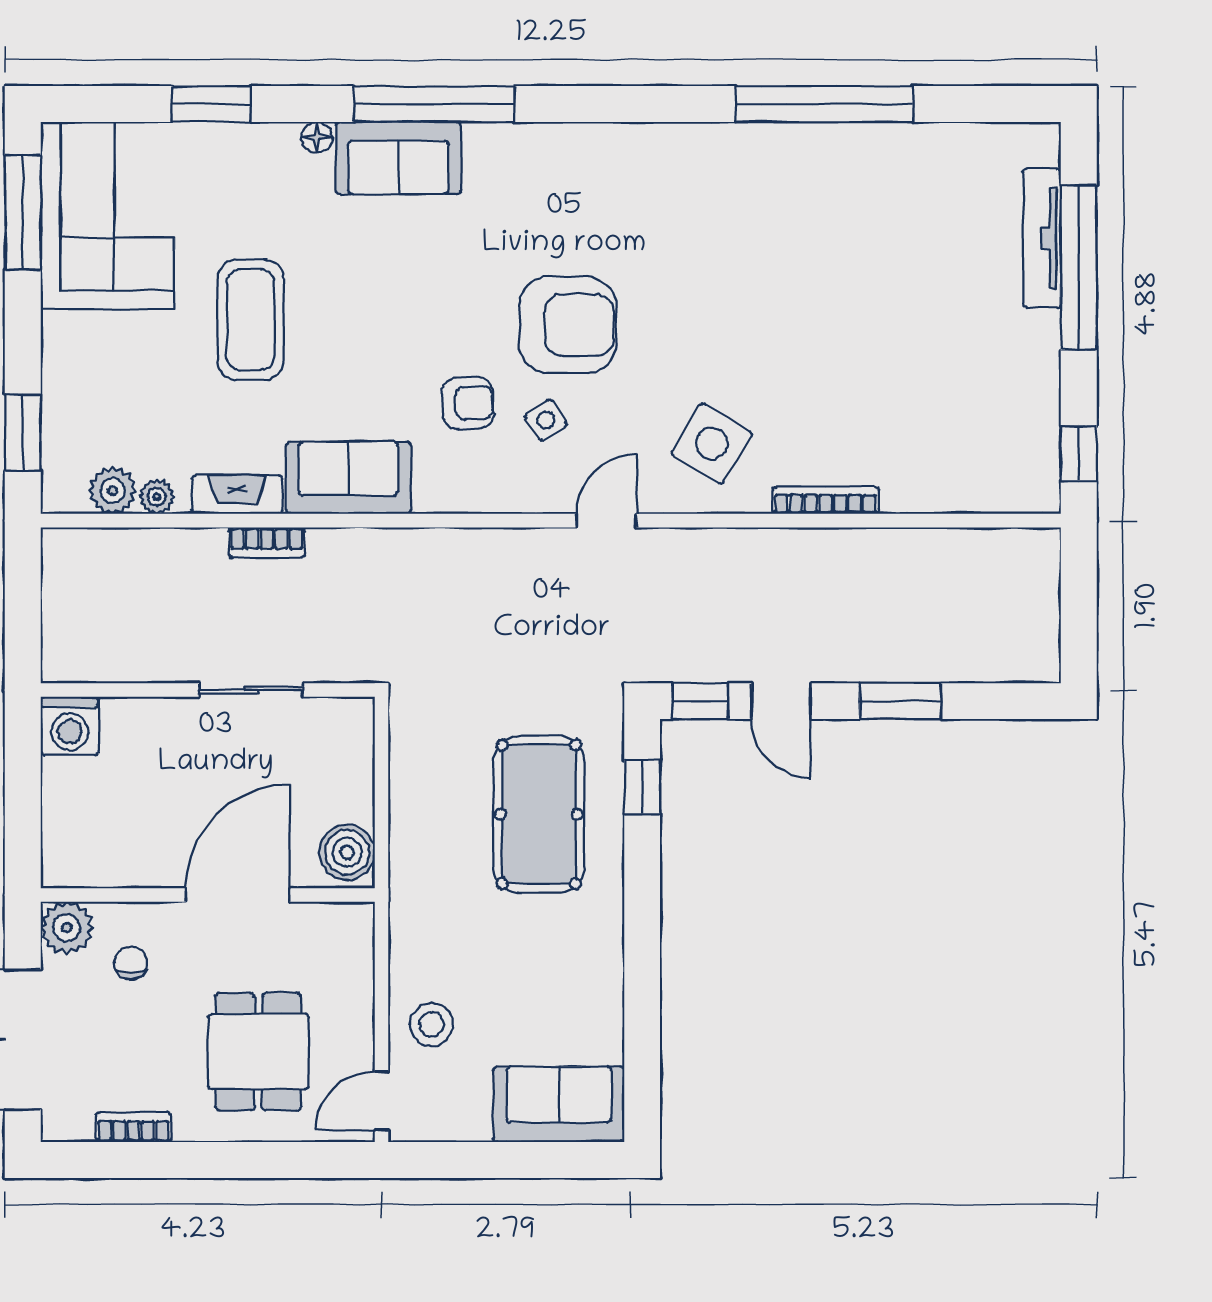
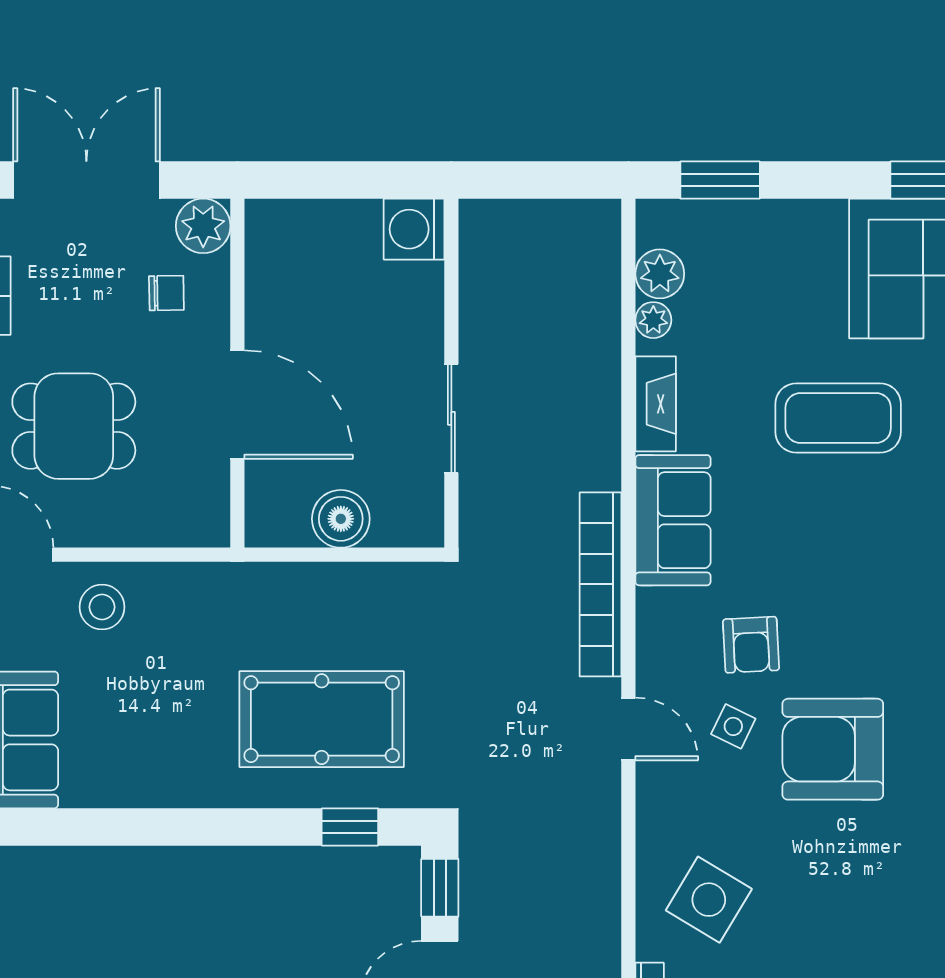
armchair: (568, 325) -> (833, 749), turned 90
side table: (546, 420) -> (733, 726), turned -31
door: (607, 521) -> (628, 729), moved
bookcase: (267, 543) -> (600, 584), moved, width x2.31, depth x1.31
boiler: (347, 852) -> (341, 519), moved

